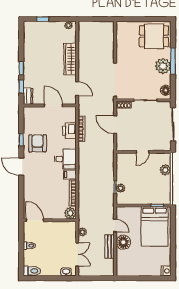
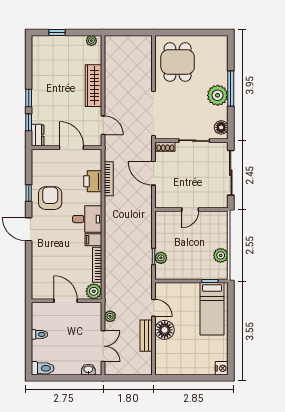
dining table: (154, 36) -> (178, 62), moved, turned 90
plant: (165, 170) -> (221, 255), moved
door: (35, 220) -> (66, 301), moved
bed: (154, 226) -> (212, 309), width x0.67

